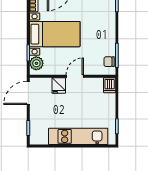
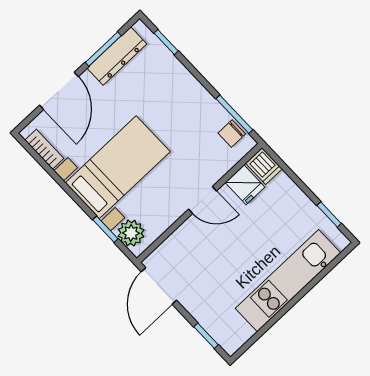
door: (75, 76) -> (202, 200), swing flipped
fridge: (59, 85) -> (245, 185), moved

